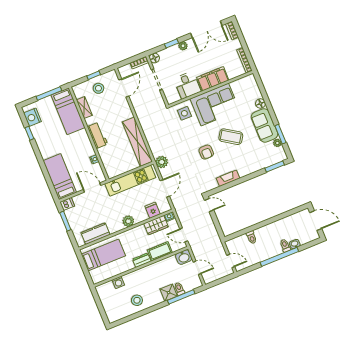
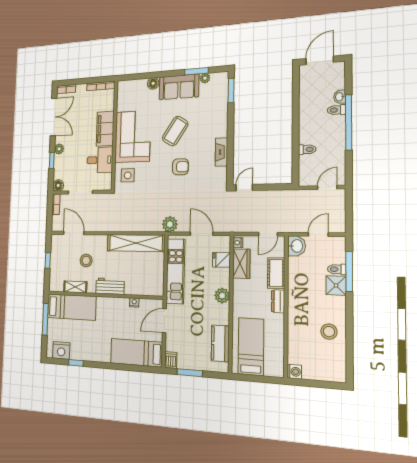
stool: (98, 88) -> (86, 260), moved
washing machine: (118, 282) -> (294, 372), moved

